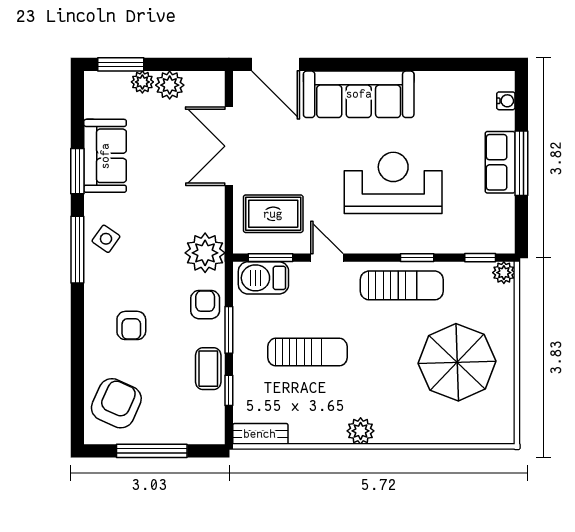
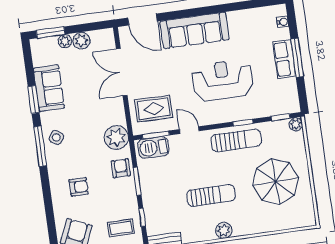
armchair: (131, 325) -> (79, 187), turned -90
sun lounger: (307, 352) -> (211, 195), moved
coffee table: (208, 369) -> (121, 228), moved, turned 90

